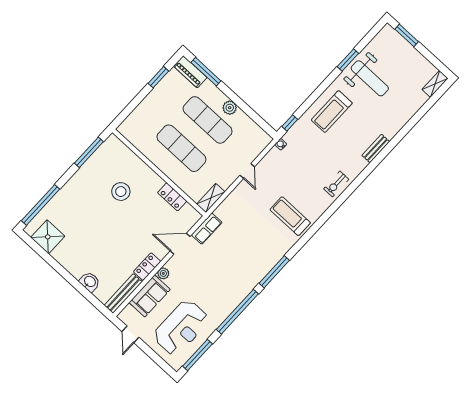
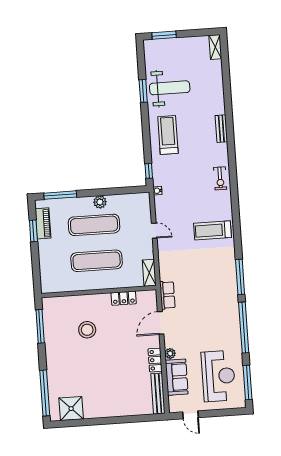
piano: (190, 72) -> (43, 223), moved, turned -90
treadmill: (332, 112) -> (168, 135), turned 180
washbasin: (90, 282) -> (129, 409), removed

